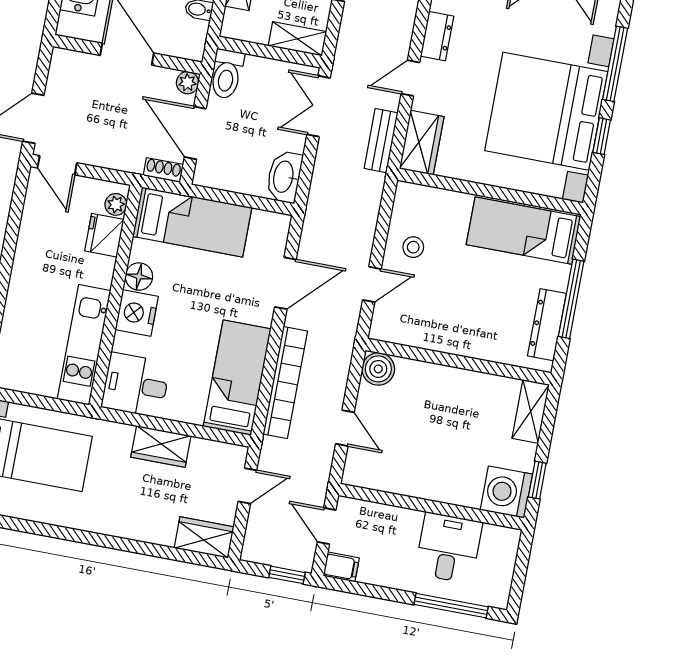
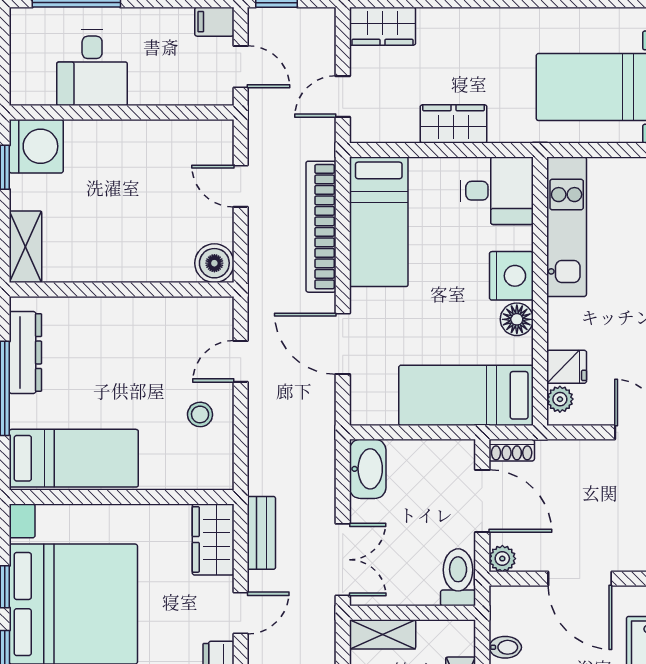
fridge: (104, 235) -> (567, 367), width x0.72
door: (285, 283) -> (343, 344), hinge flipped

